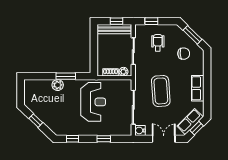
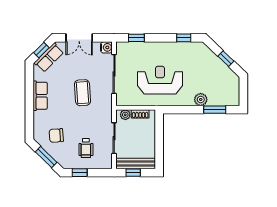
window: (151, 21) -> (80, 173), moved
window: (66, 76) -> (215, 110), moved
coffee table: (161, 91) -> (82, 93), width x0.73, depth x0.76
reception desk: (93, 102) -> (160, 80), turned 90
window: (104, 139) -> (136, 38), moved

